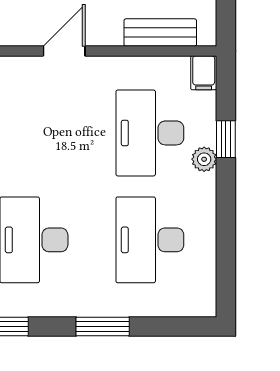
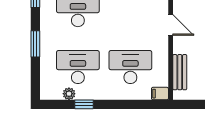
window: (226, 139) -> (84, 104), moved
plant: (204, 159) -> (69, 94), moved

